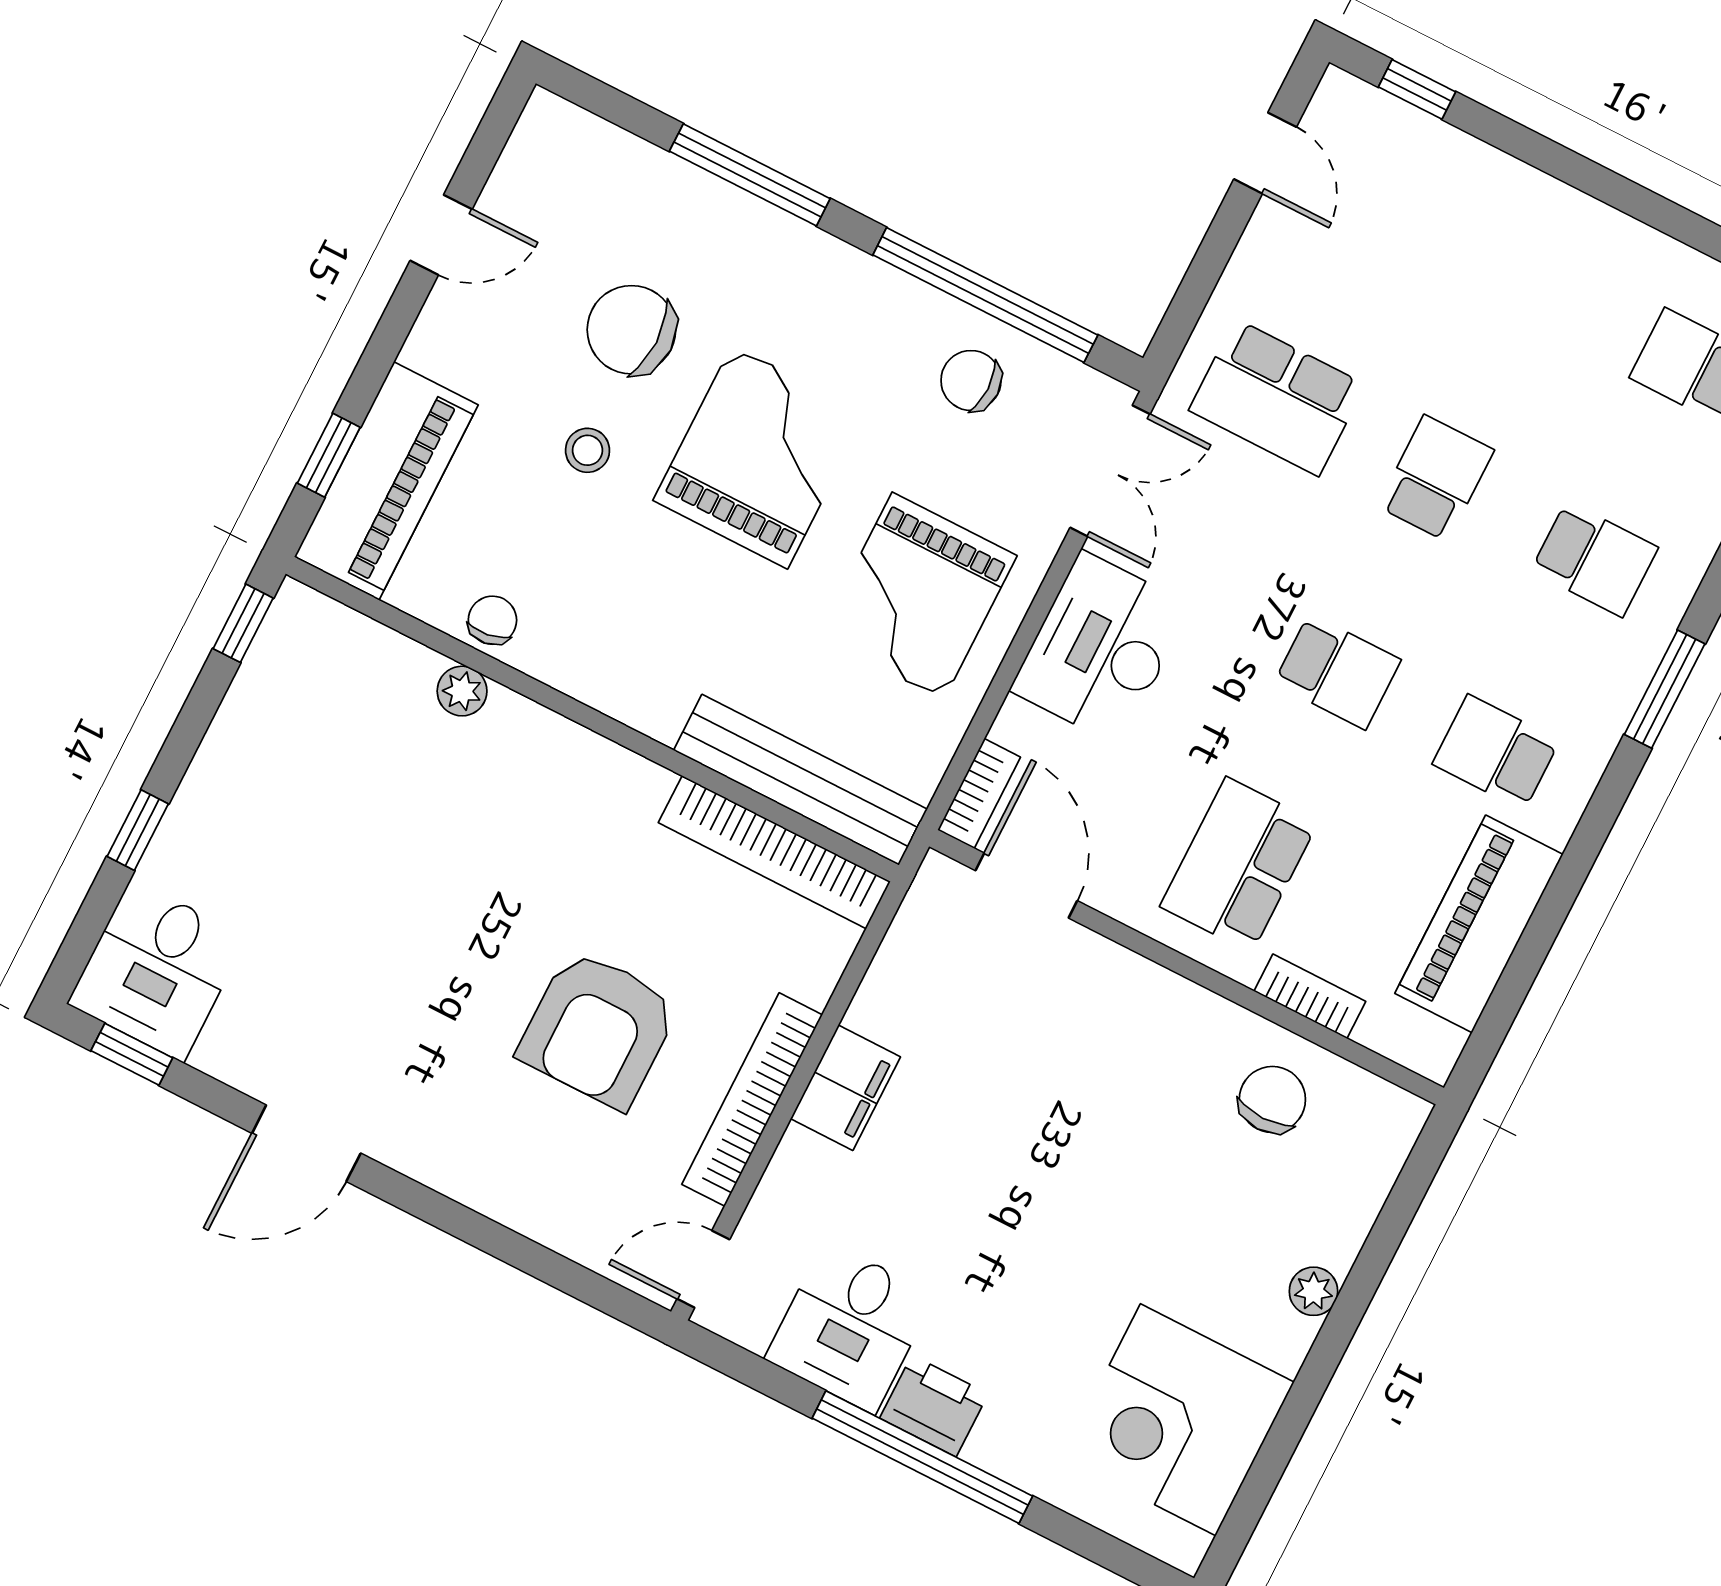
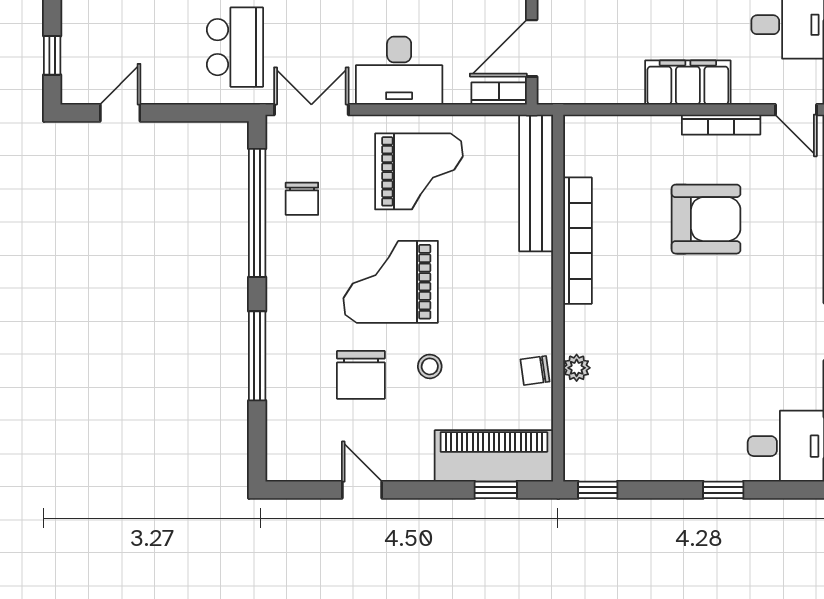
bookcase: (774, 852) -> (578, 241), moved
filing cabinet: (845, 1088) -> (688, 82), width x1.50, depth x1.17
bookcase: (752, 1100) -> (721, 125), width x0.68, depth x0.76

